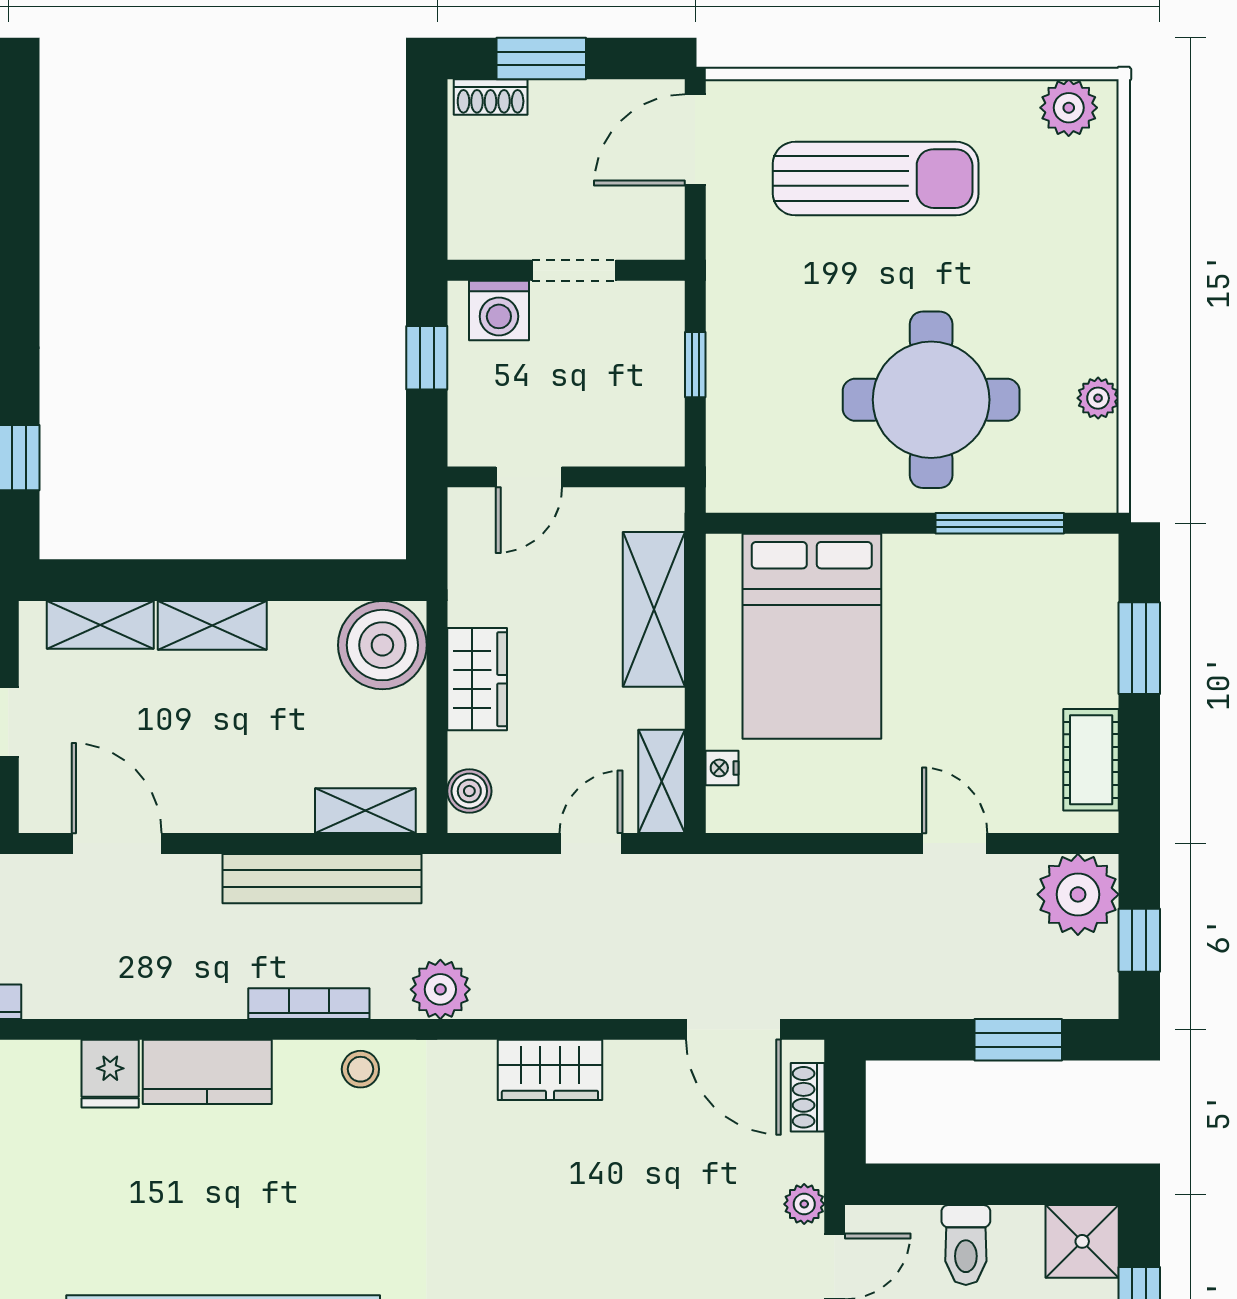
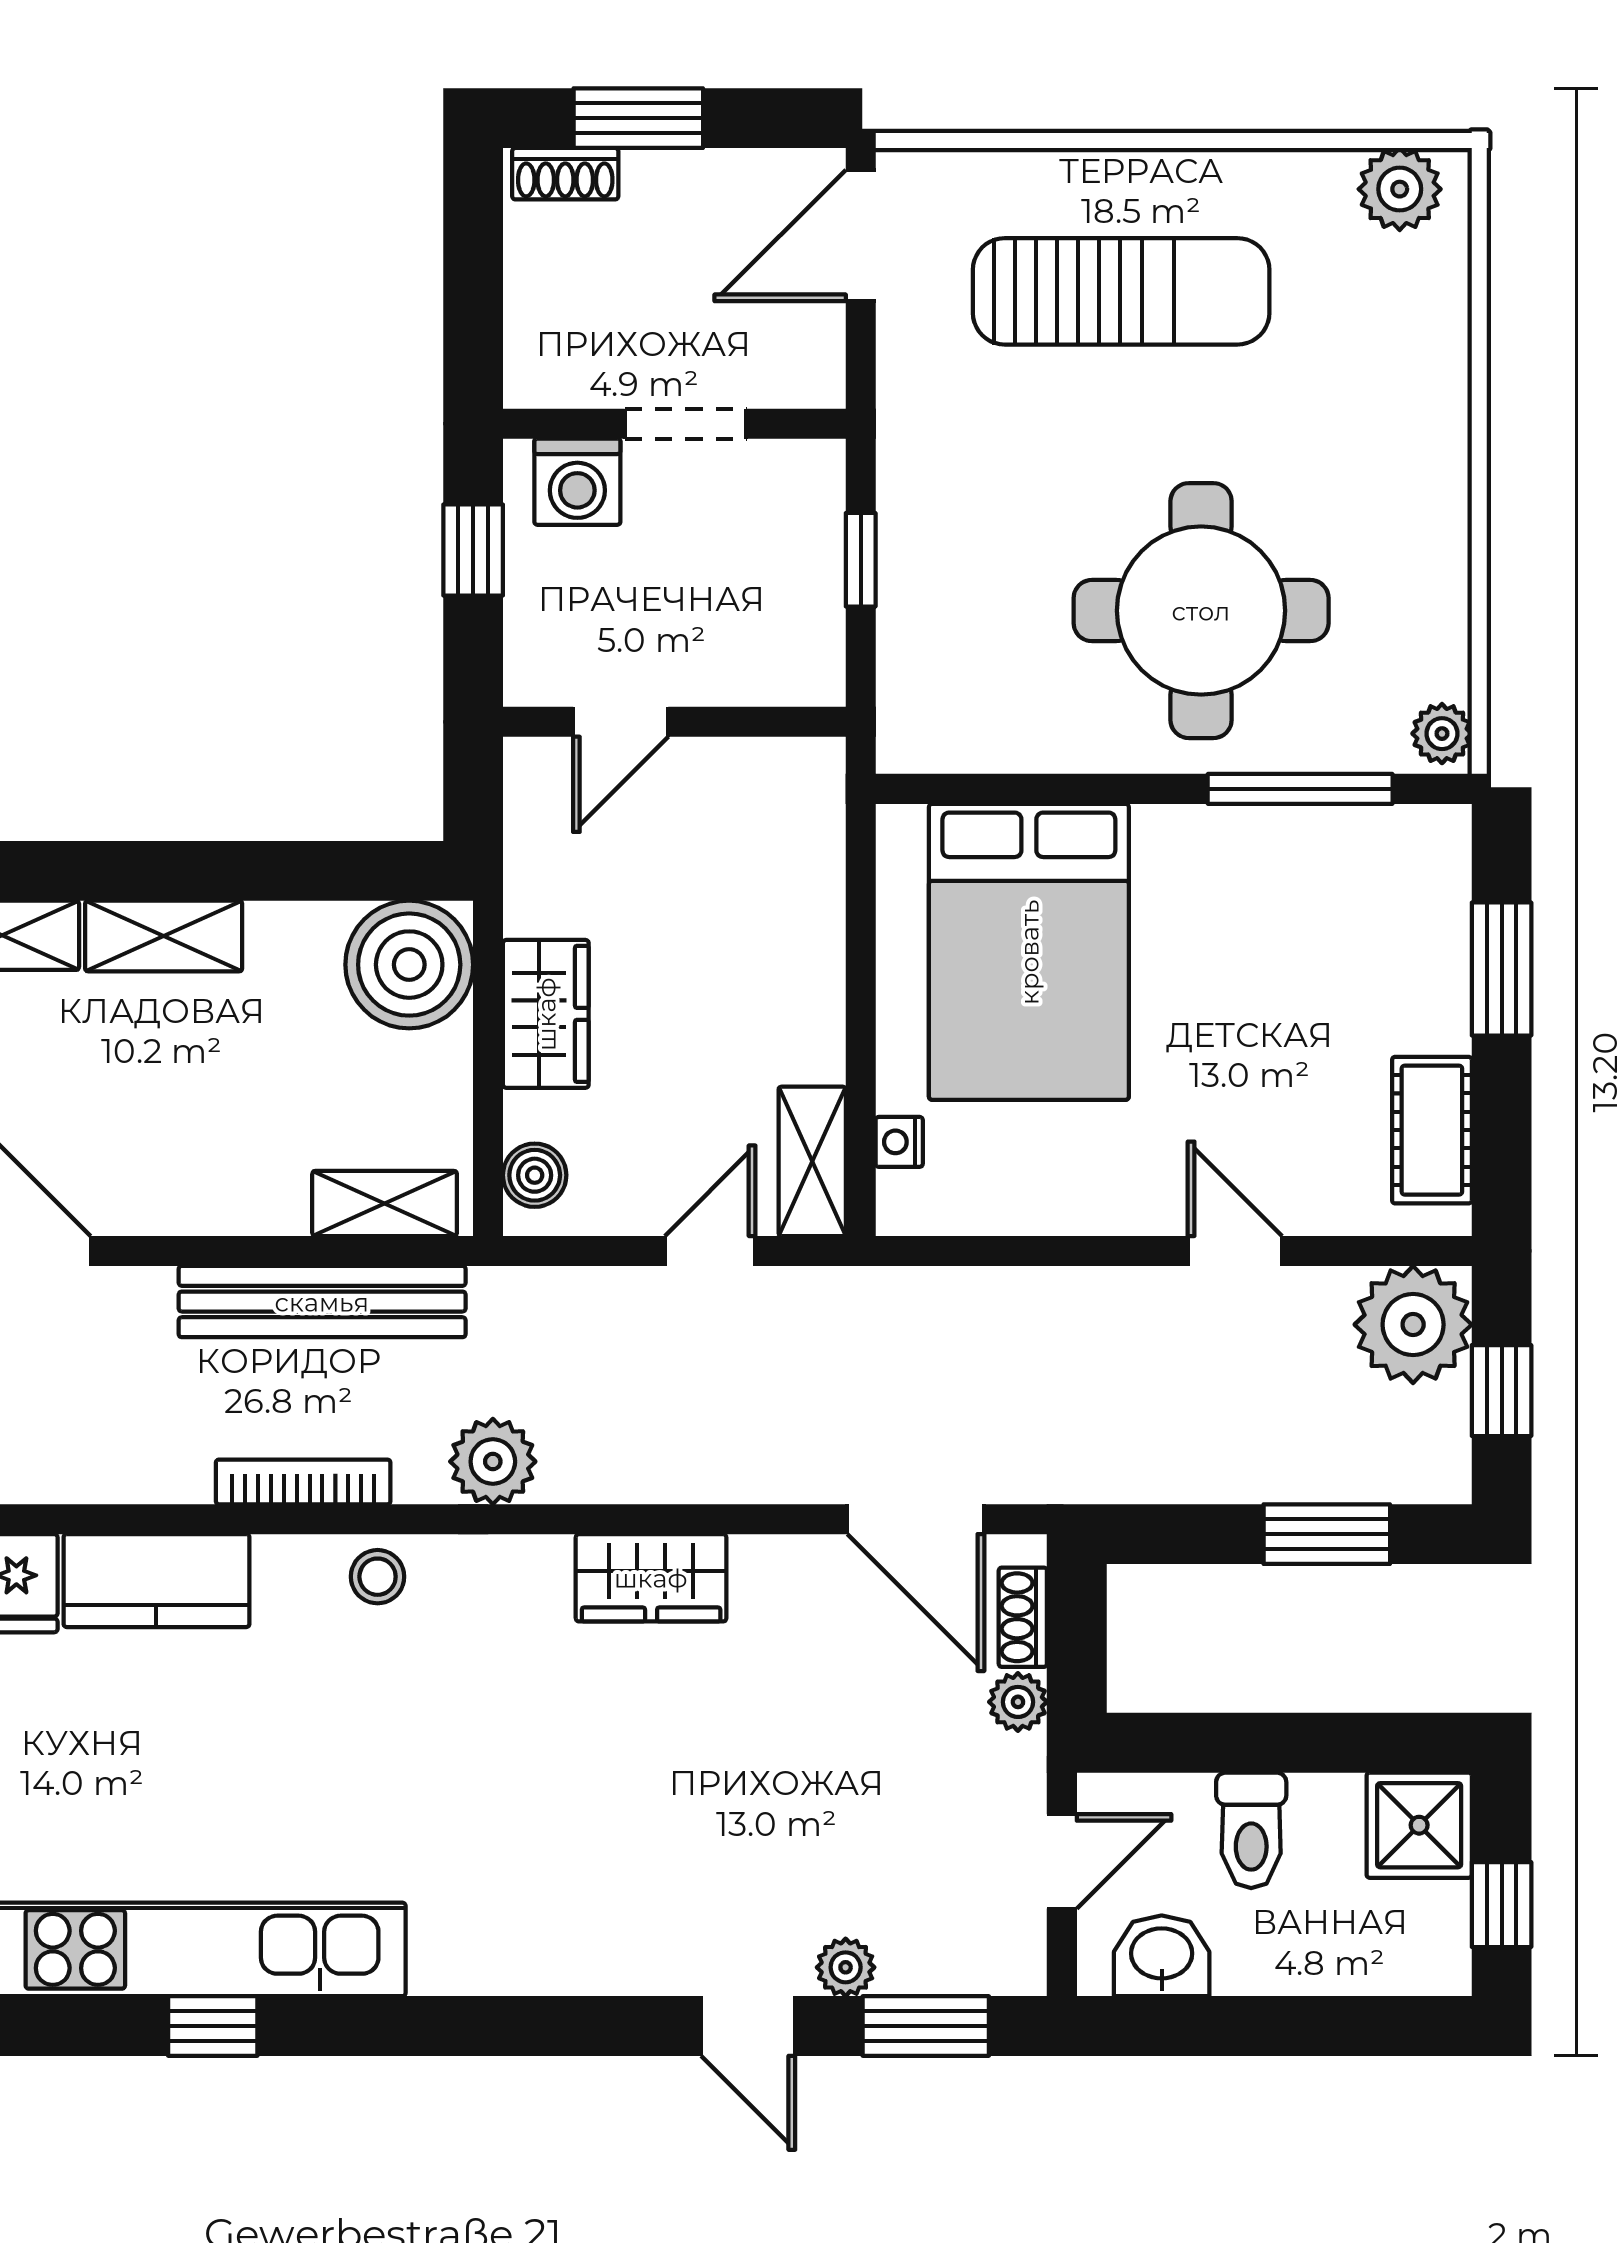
plant: (1098, 398) -> (1442, 734), moved
shelving: (654, 609) -> (801, 913), removed
plant: (804, 1204) -> (1018, 1702), moved

